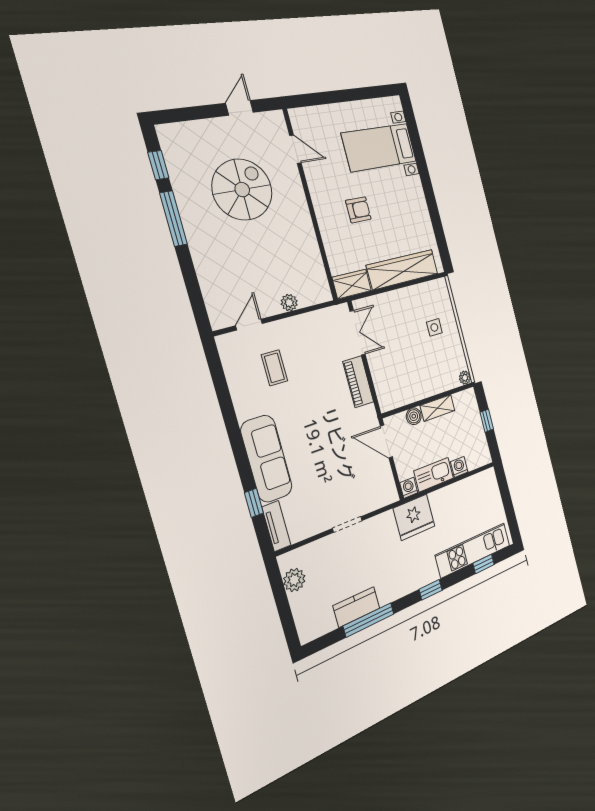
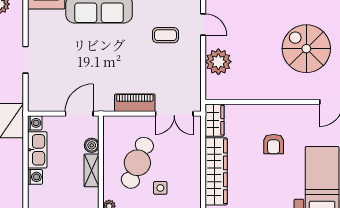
spiral stairs: (242, 190) -> (306, 49), turned 180
plant: (289, 303) -> (218, 62), width x1.88, depth x1.88
cafe table: (417, 360) -> (137, 163), added

